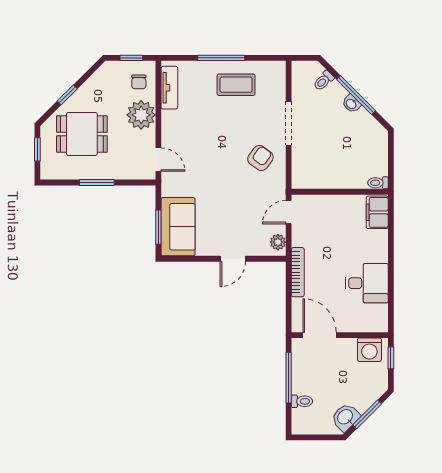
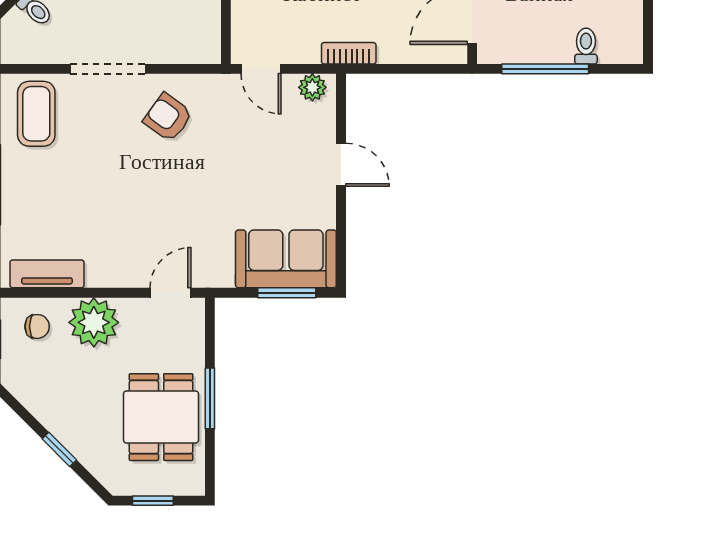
coffee table: (236, 85) -> (36, 114), moved
dining table: (82, 134) -> (161, 417), moved
bookcase: (298, 272) -> (349, 53), width x0.64

